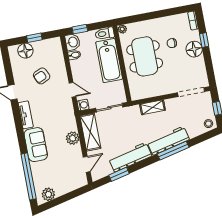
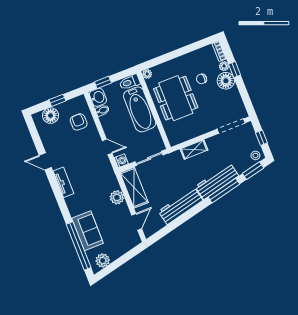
plant: (195, 35) -> (224, 66), added
armchair: (42, 76) -> (79, 122), moved, turned 115
sofa: (36, 145) -> (88, 231), moved
window: (119, 174) -> (253, 171), moved

